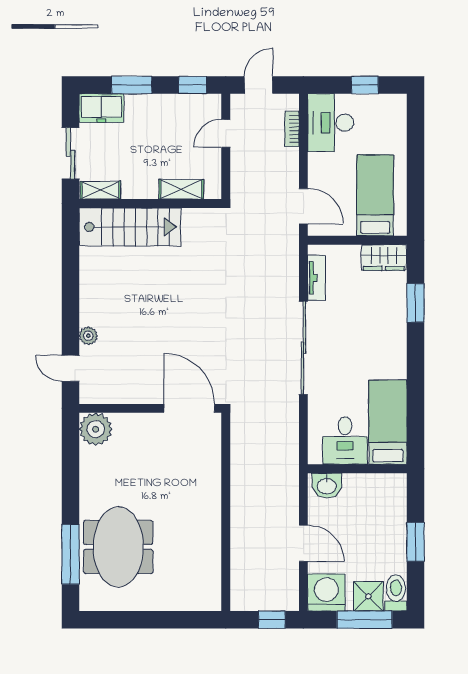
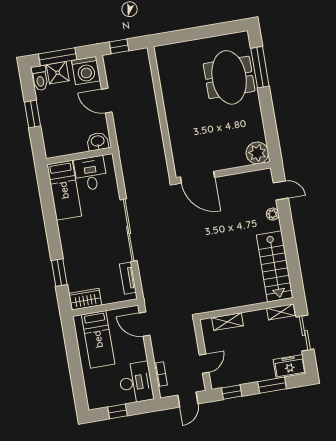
stairs: (130, 227) -> (275, 266), moved, turned -90

